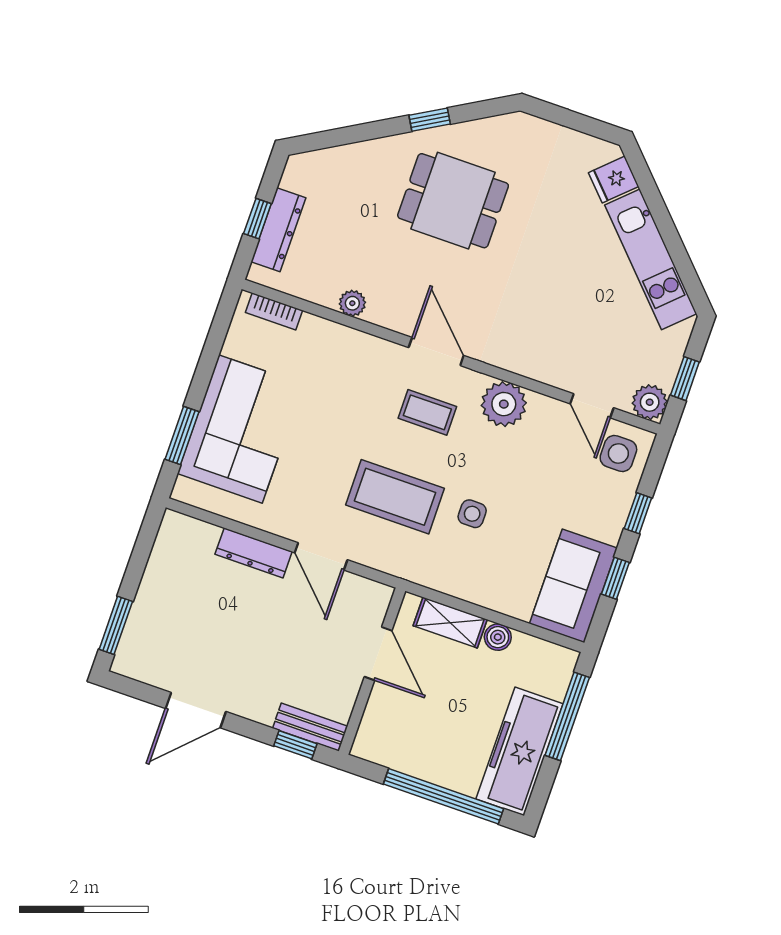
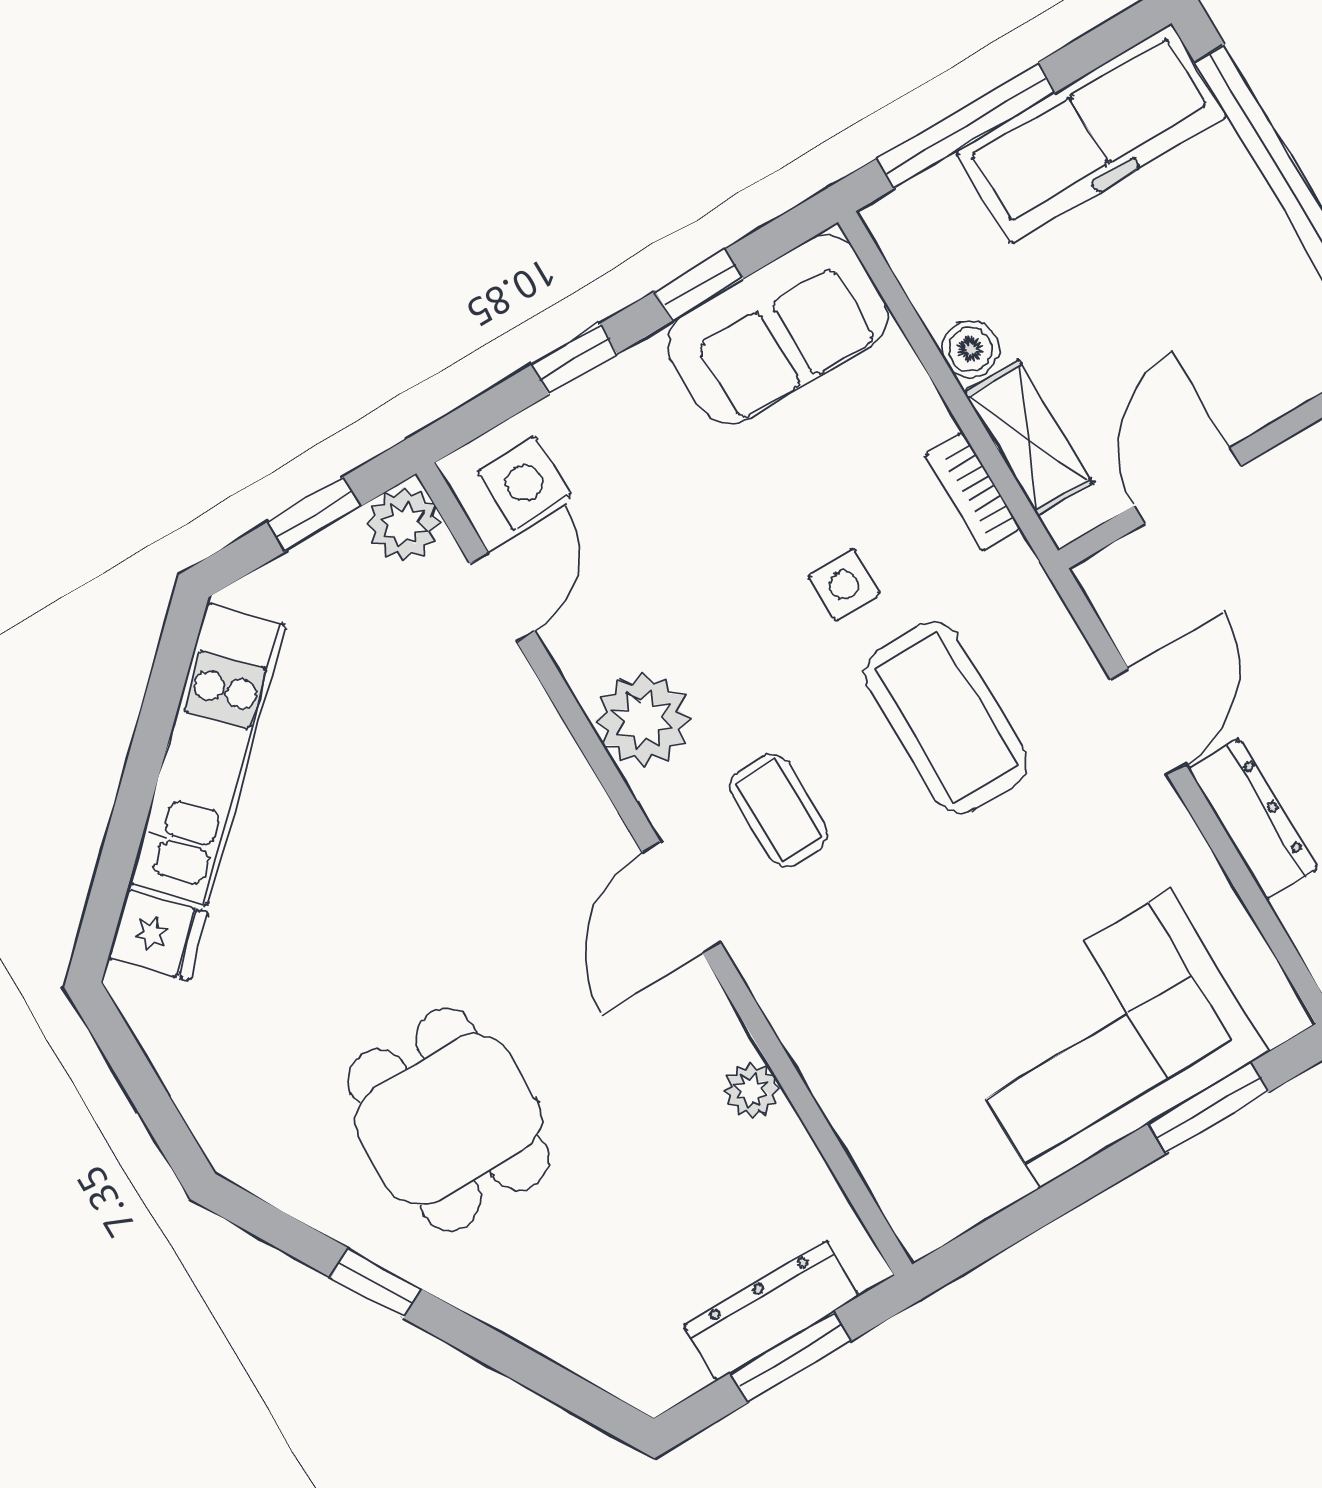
window: (257, 219) -> (791, 1357), width x1.50
bookcase: (274, 311) -> (973, 492), moved, turned 180

